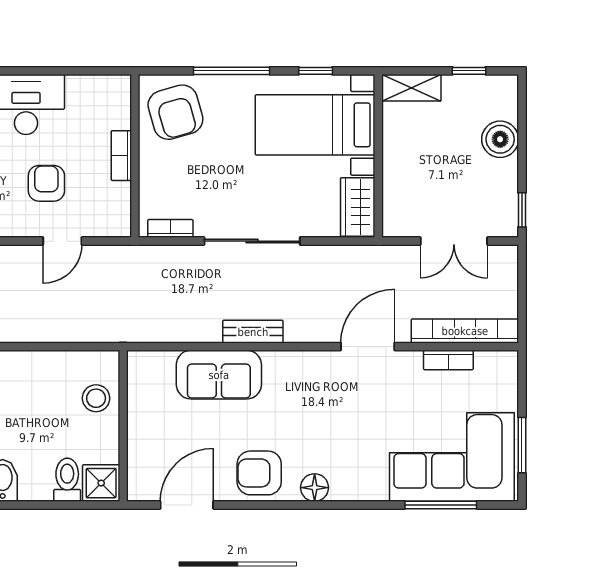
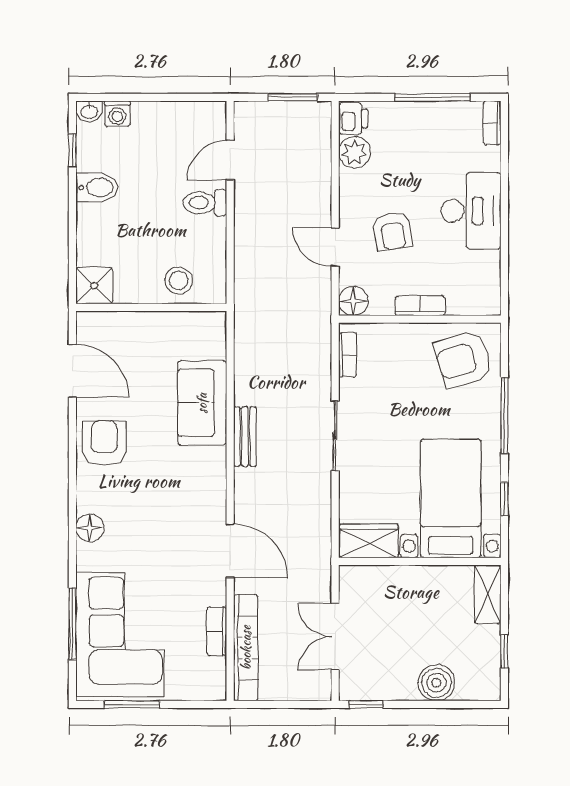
armchair: (46, 183) -> (393, 231), turned 80
floor lamp: (117, 223) -> (353, 301), added
sliding door: (252, 241) -> (335, 436), width x0.73
toilet: (67, 480) -> (205, 203), moved, turned 180
floor lamp: (315, 488) -> (90, 528), moved

